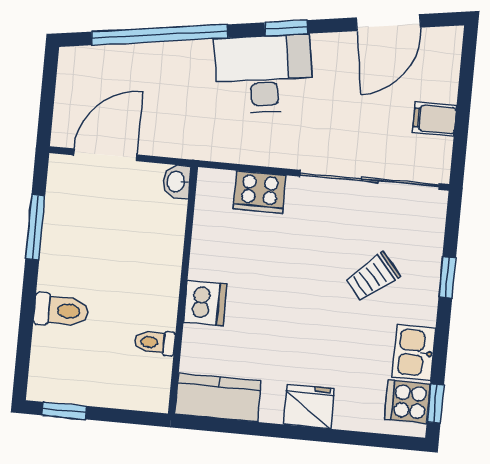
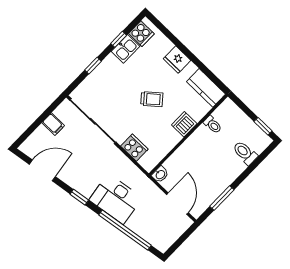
desk: (264, 74) -> (116, 199), moved
door: (105, 155) -> (177, 204), swing flipped
trolley: (372, 277) -> (152, 99), moved
toilet: (61, 310) -> (245, 153), moved
window: (435, 403) -> (119, 39), moved

